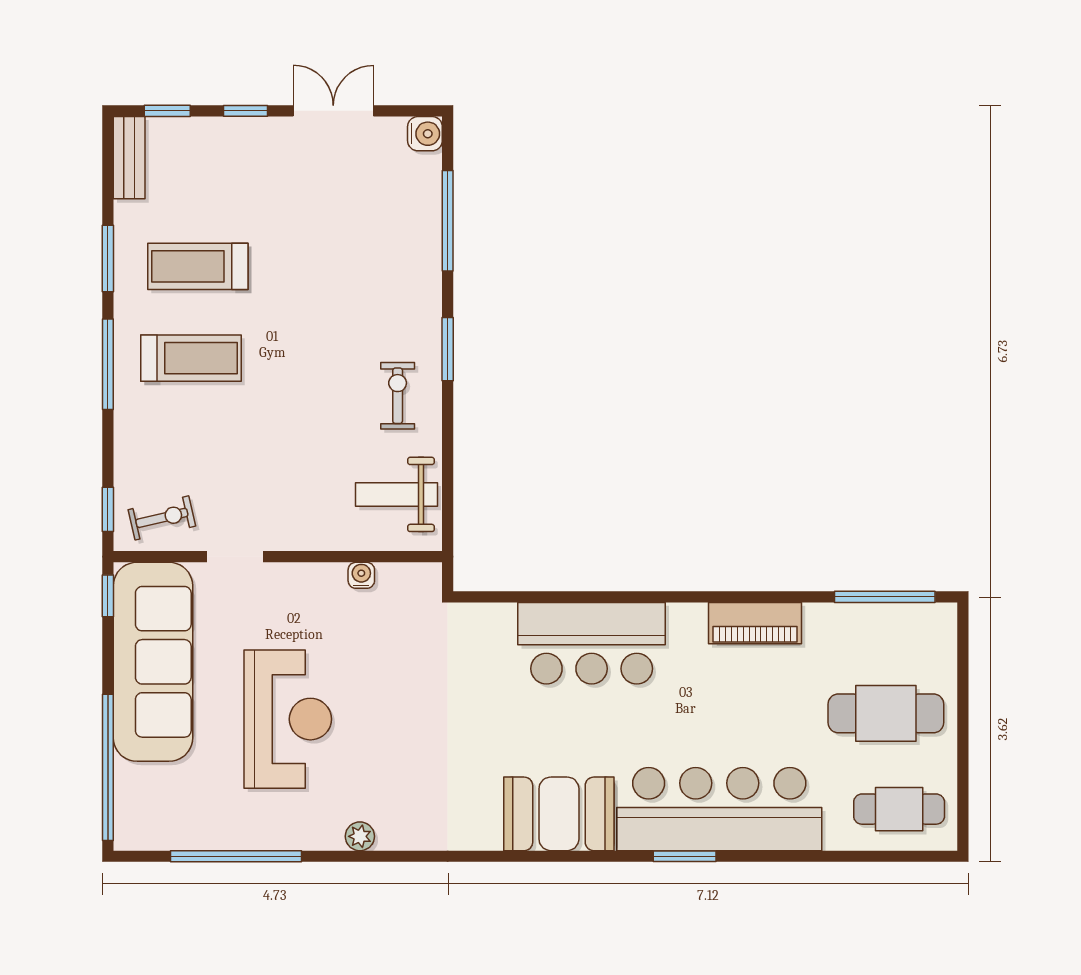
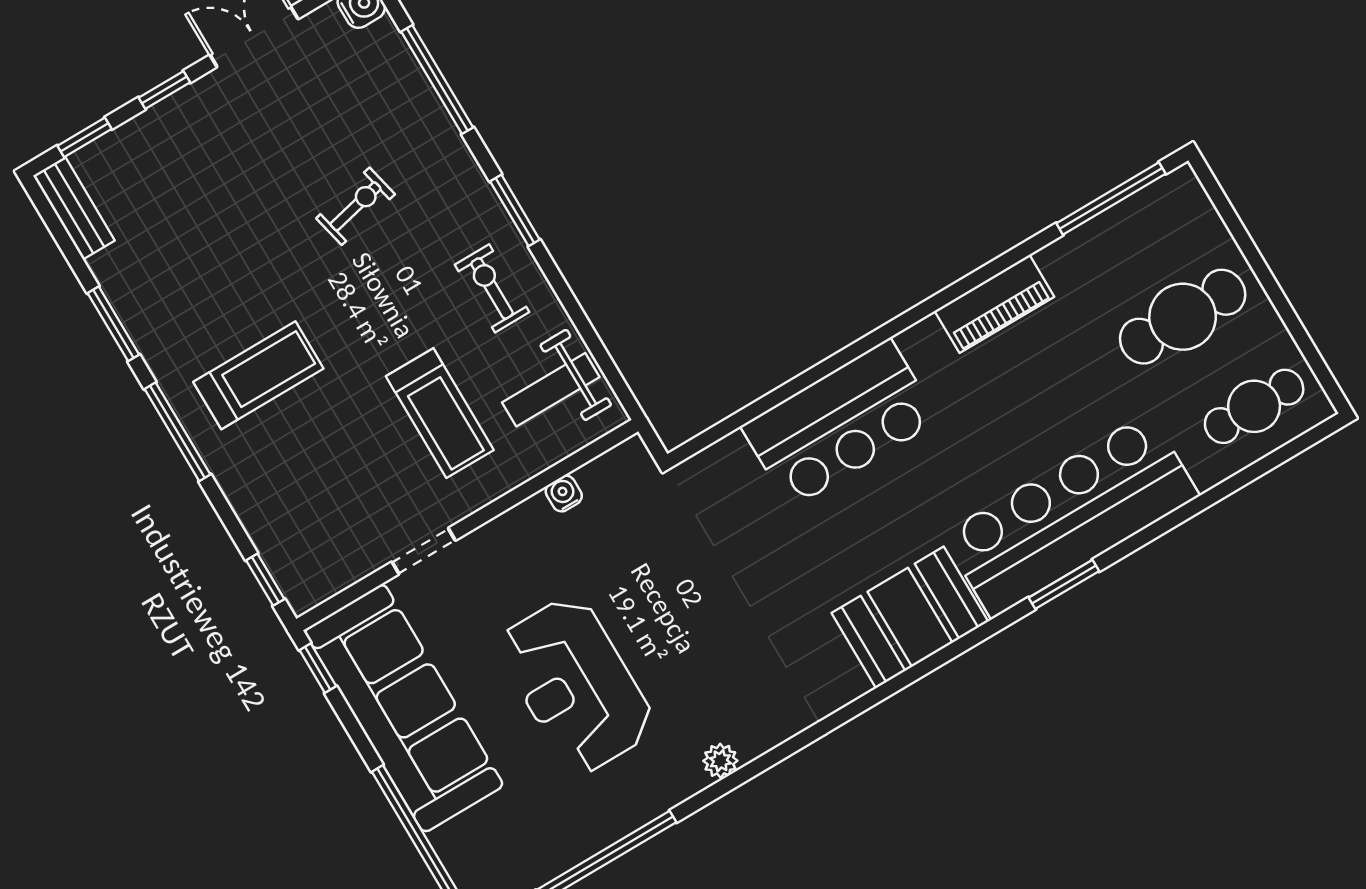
treadmill: (198, 266) -> (440, 413), moved, turned -90
exercise bike: (162, 518) -> (356, 206), moved
reception desk: (288, 719) -> (576, 685), turned 180

